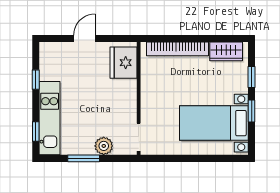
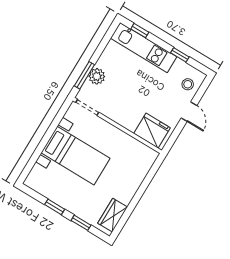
bookcase: (178, 49) -> (137, 179), removed
stool: (59, 55) -> (188, 84), added
bed with nightstands: (214, 123) -> (76, 156), moved, turned 90
window: (84, 158) -> (84, 75), moved

